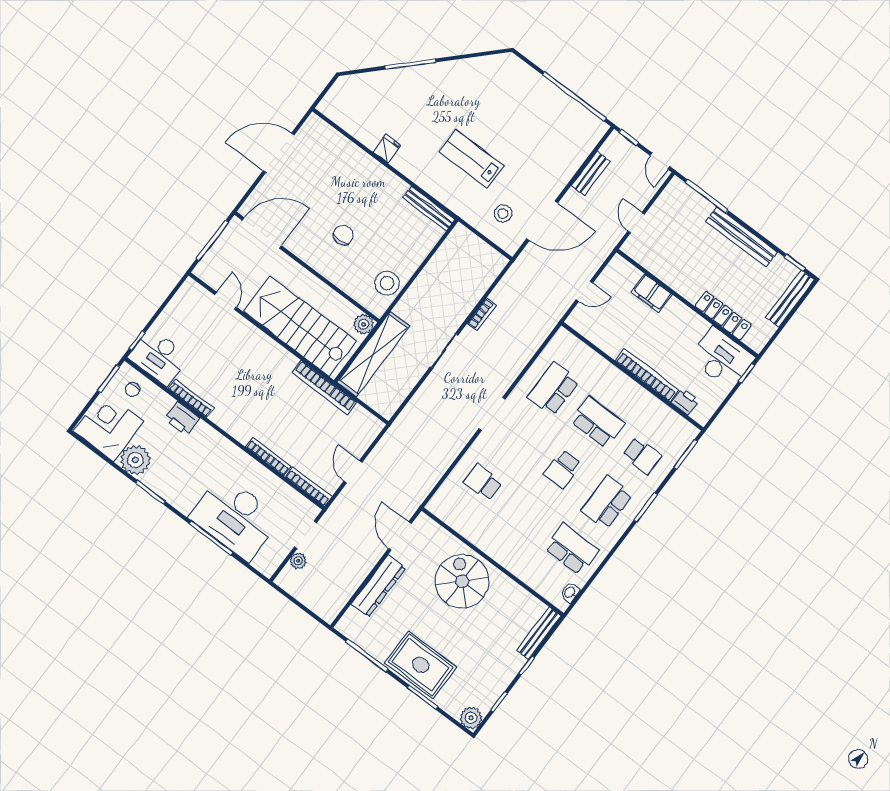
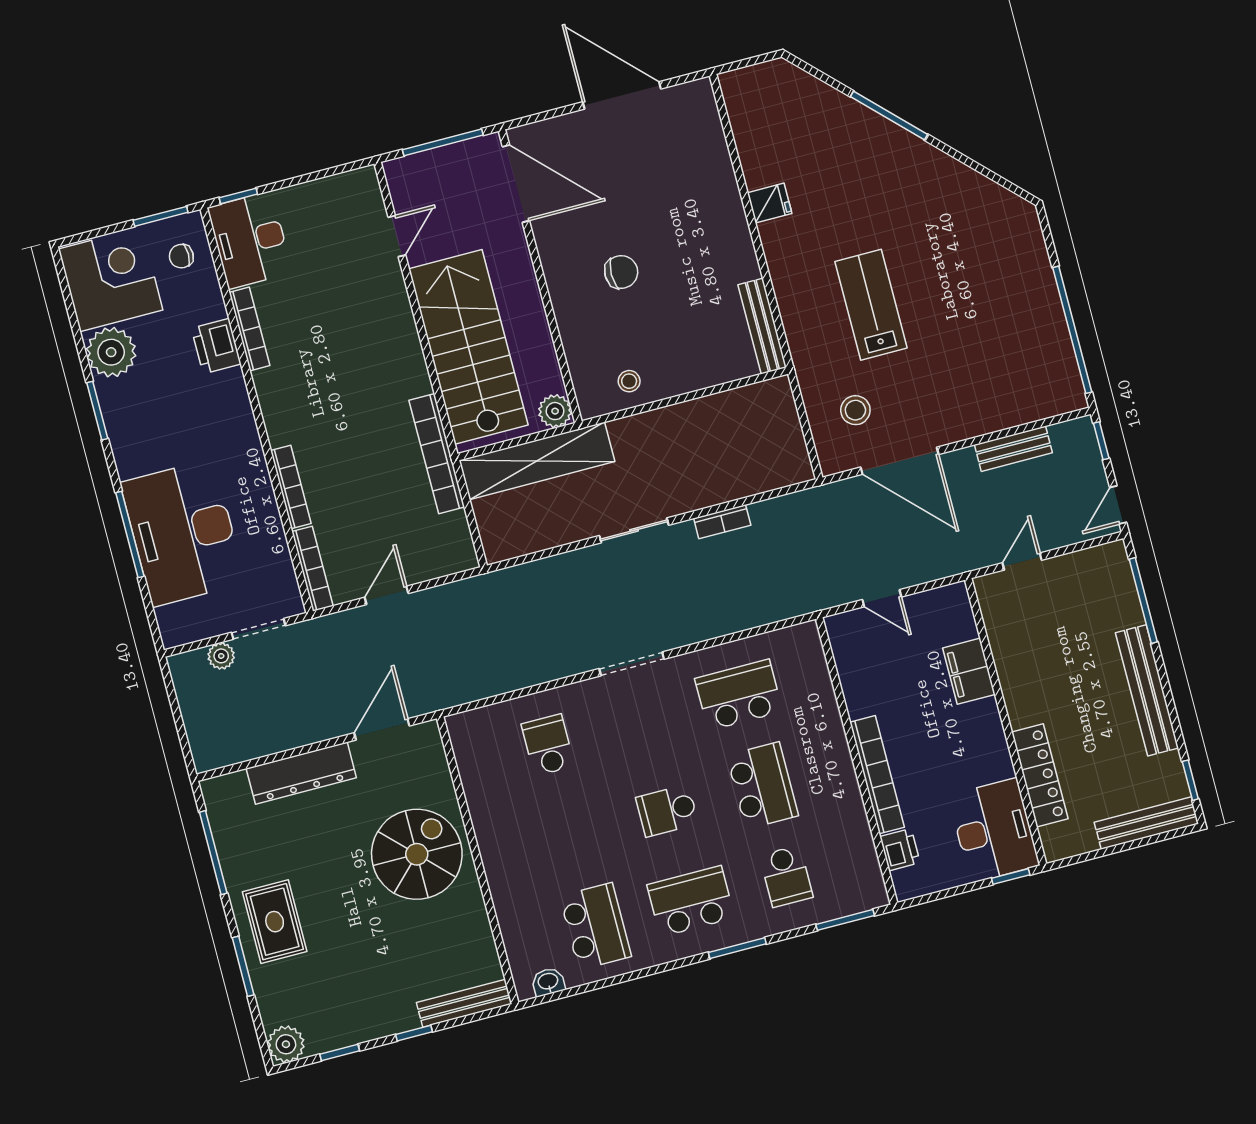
stool: (387, 283) -> (629, 381), width x0.53, depth x0.53
rug: (421, 665) -> (275, 922), width x0.73, depth x0.70

